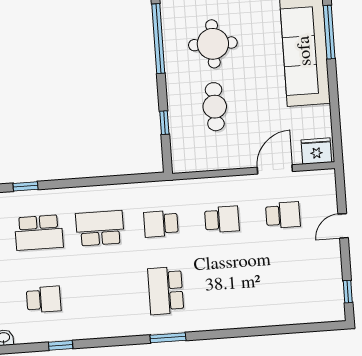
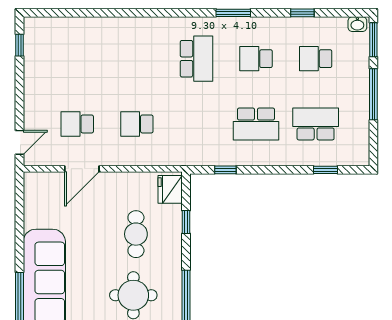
fridge: (316, 151) -> (170, 189), moved, turned 90
window: (128, 179) -> (225, 170), added
school desk: (161, 224) -> (256, 59), moved, turned 180
door: (343, 226) -> (19, 142), moved
window: (168, 338) -> (233, 13), moved

